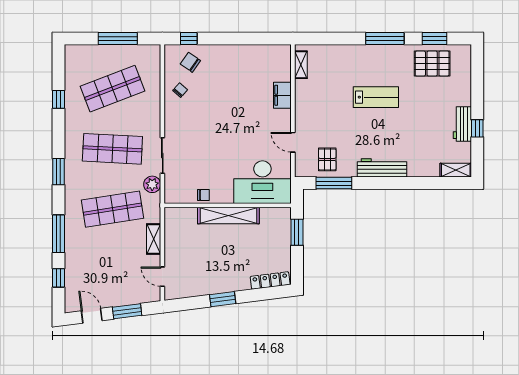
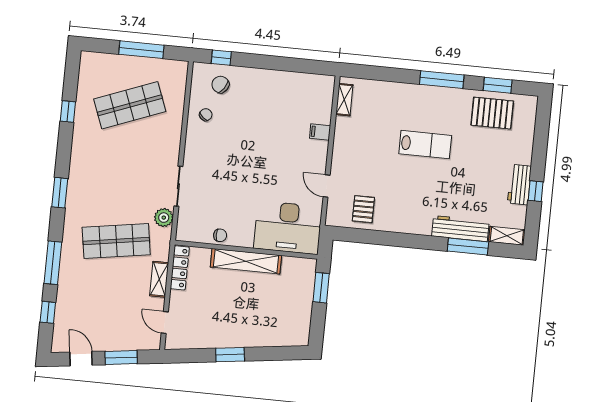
filing cabinet: (282, 95) -> (320, 132), width x0.50
shop shelf: (112, 149) -> (123, 173), removed
workbench: (382, 168) -> (461, 229), moved
window: (334, 183) -> (468, 247), moved
locker: (270, 281) -> (180, 268), moved, turned 97

